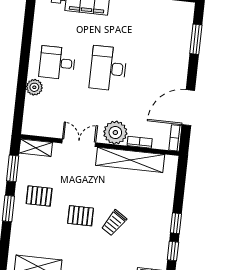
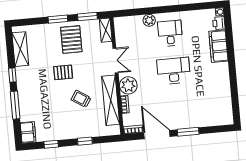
window: (196, 39) -> (188, 132), moved
pallet: (39, 196) -> (71, 40), width x1.50, depth x1.42
pallet: (81, 216) -> (63, 72), turned 90
trolley: (114, 223) -> (81, 99), moved
window: (176, 223) -> (85, 141), moved

